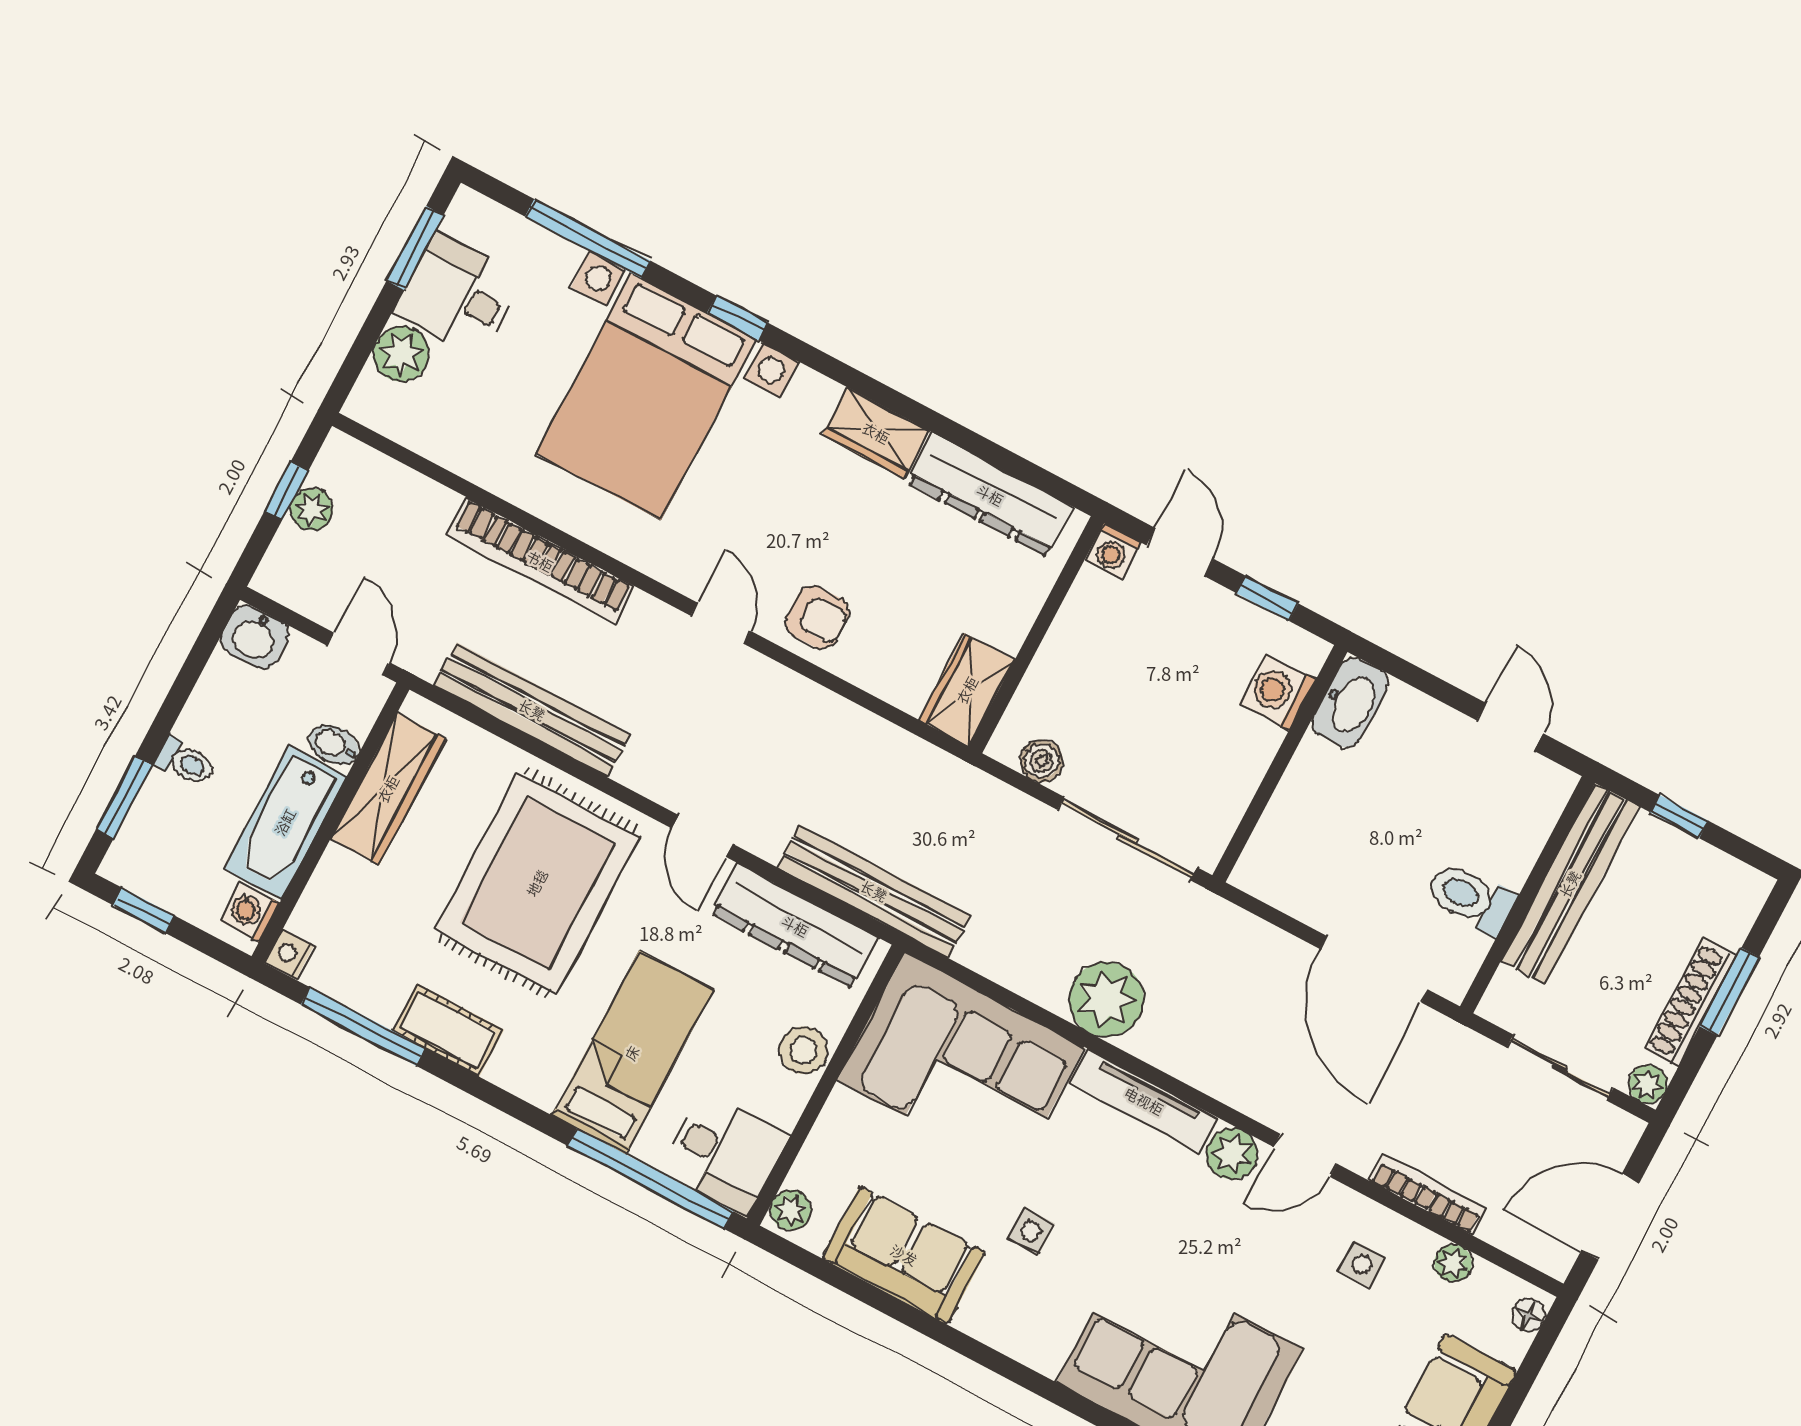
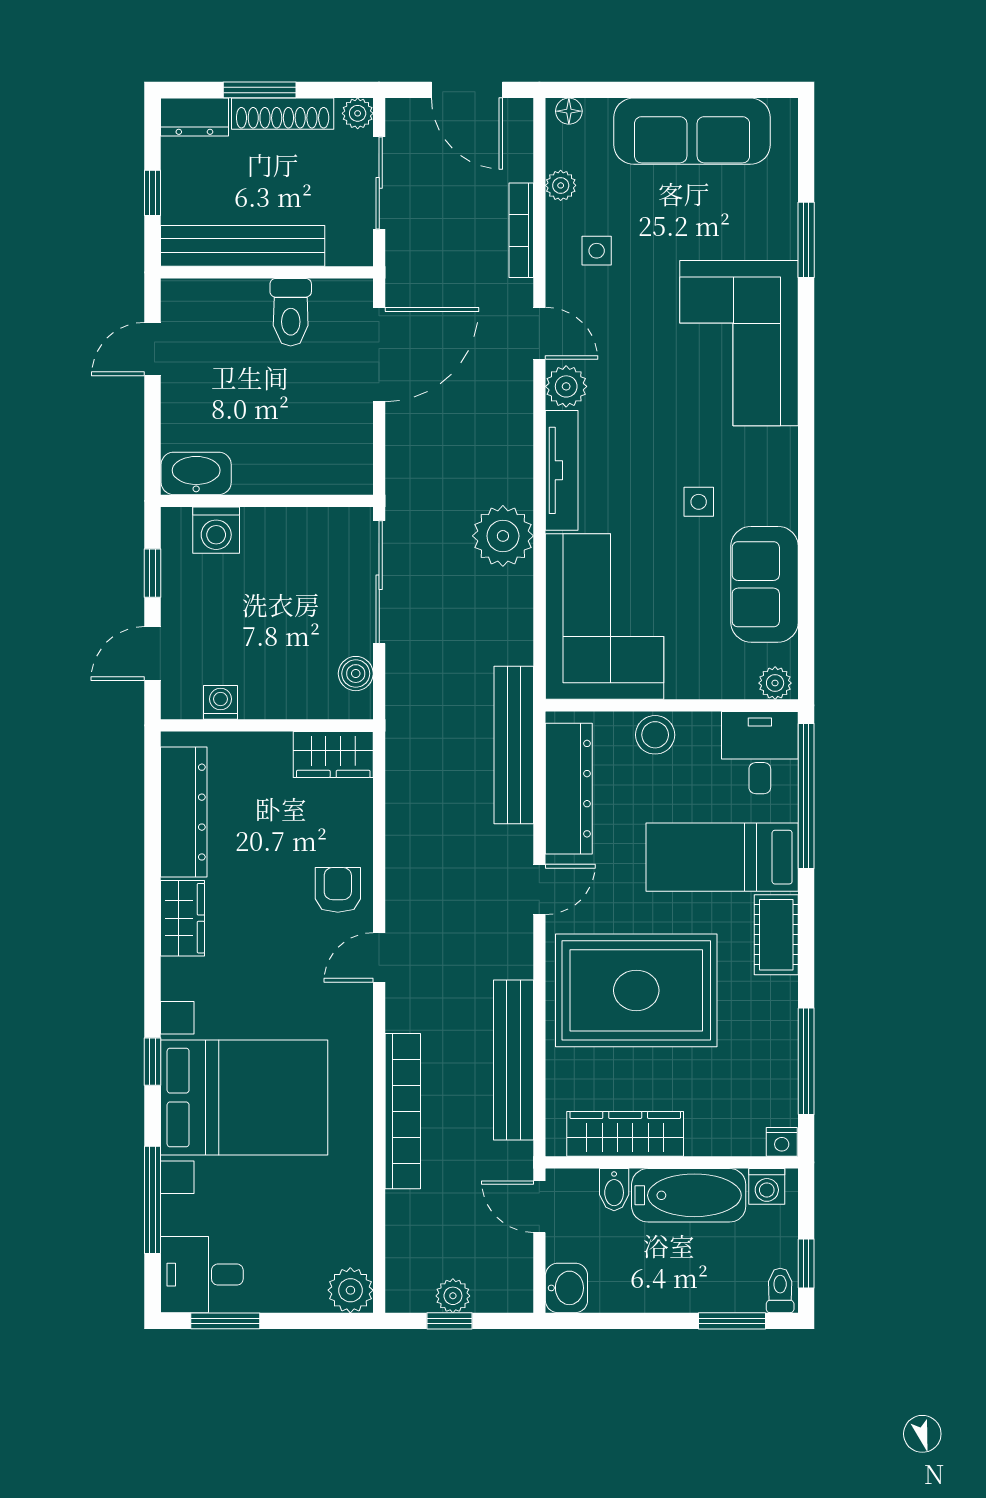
desk: (458, 295) -> (202, 1275), moved, turned 90
plant: (401, 354) -> (350, 1290), moved
washing machine: (1113, 551) -> (220, 702), moved, turned -90
door: (358, 654) -> (539, 1207), hinge flipped
toilet: (185, 762) -> (780, 1290), moved
dresser: (1737, 905) -> (194, 117), added
cot: (448, 1030) -> (776, 935), moved

